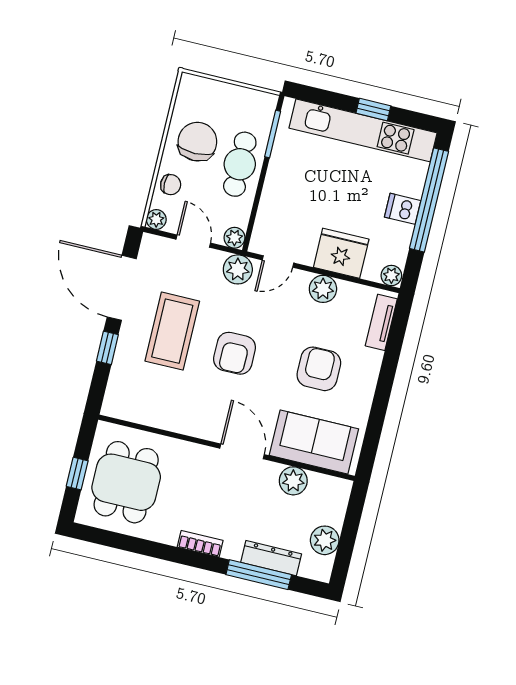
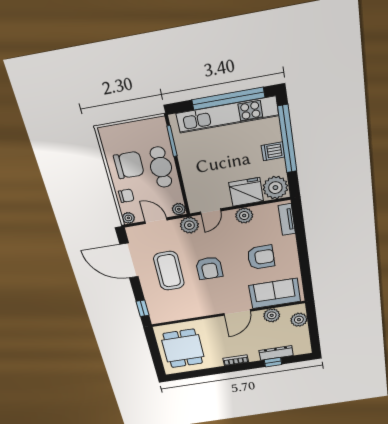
window: (373, 110) -> (228, 99), width x3.17
chair: (197, 142) -> (129, 165), turned 90
plant: (391, 275) -> (275, 188), width x1.87, depth x1.87
window: (107, 348) -> (143, 308), moved
armchair: (319, 369) -> (261, 257), turned 90
door: (242, 451) -> (237, 312), swing flipped
window: (77, 474) -> (156, 354), removed
plant: (325, 540) -> (299, 320), moved
window: (259, 575) -> (273, 362), width x0.46

